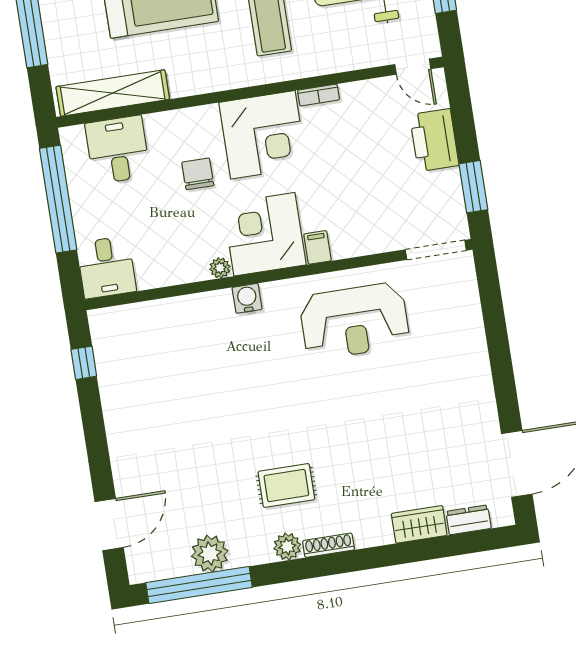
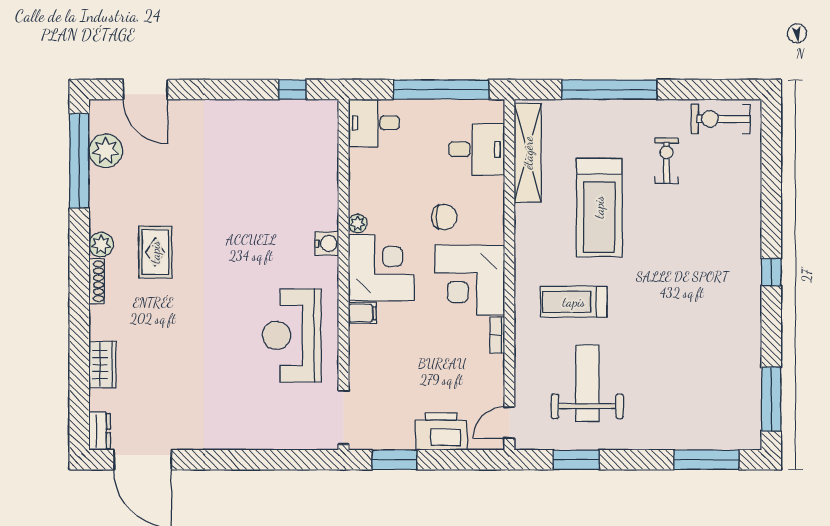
dresser: (469, 520) -> (100, 431), moved
plant: (210, 554) -> (106, 151), moved

